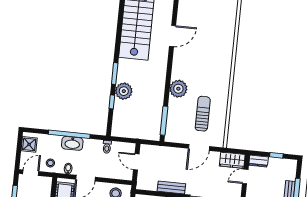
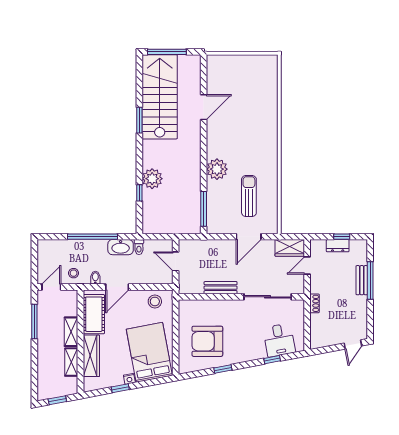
window: (115, 73) -> (139, 120), moved
washbasin: (72, 143) -> (121, 247), moved
shower: (29, 144) -> (46, 253), removed
dresser: (259, 161) -> (338, 246), moved

